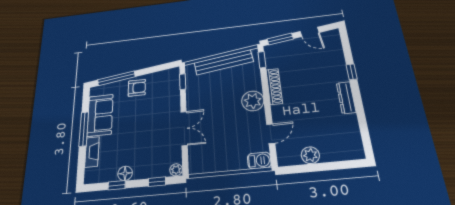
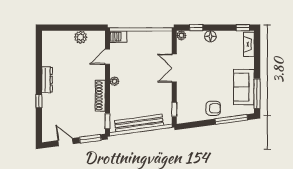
armchair: (137, 88) -> (213, 108), turned 180
plant: (253, 101) -> (114, 81), width x0.53, depth x0.53
window: (84, 129) -> (257, 94), moved
fireplace: (92, 152) -> (249, 44), moved
floor lamp: (125, 173) -> (210, 36), moved
window: (117, 185) -> (243, 28), moved

